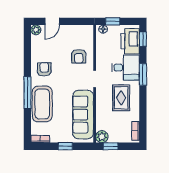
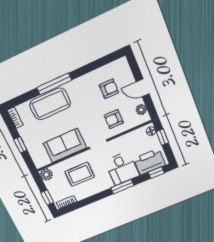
door: (52, 21) -> (143, 88), moved
plant: (36, 30) -> (141, 110), moved
armchair: (44, 69) -> (109, 89), moved
rug: (121, 98) -> (80, 174), moved
sofa: (83, 115) -> (65, 146), width x0.73
window: (111, 146) -> (47, 197), moved

